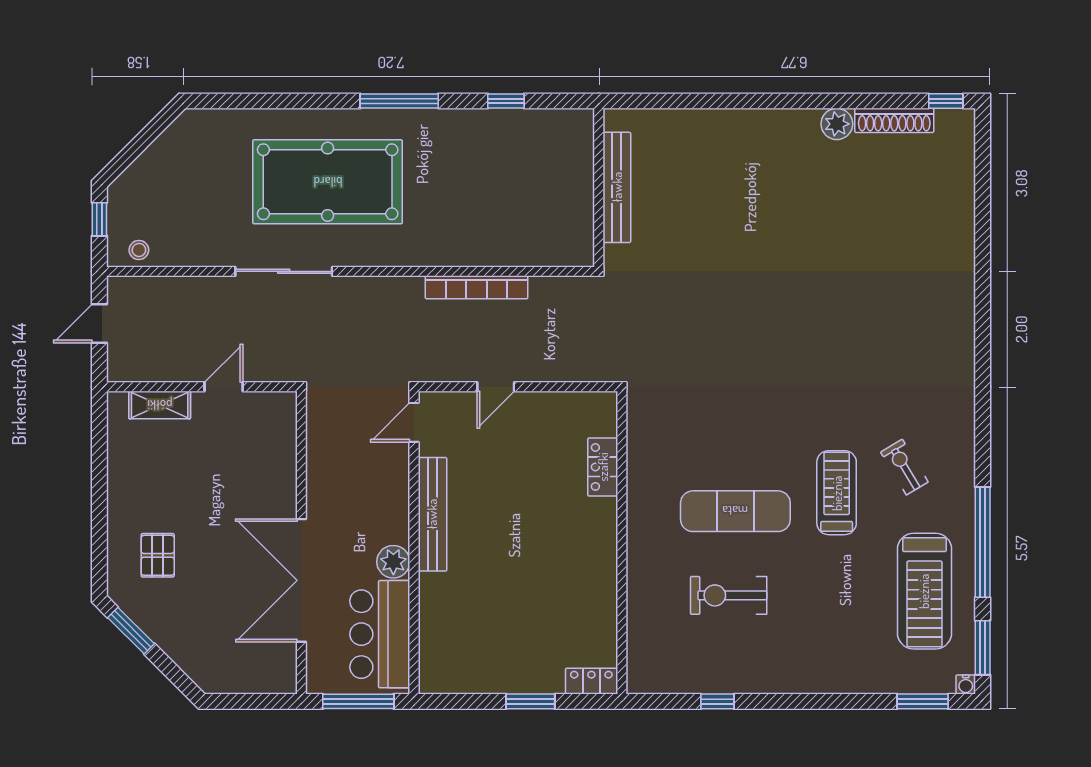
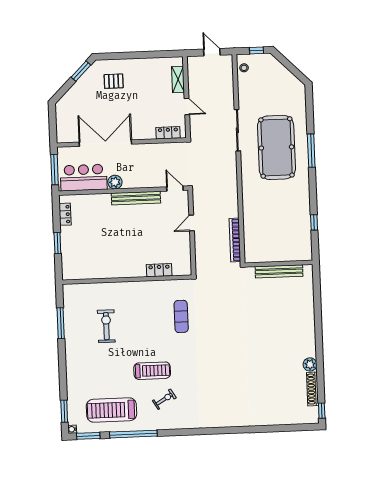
window: (399, 101) -> (311, 151), moved
bookcase: (477, 287) -> (235, 240), moved
door: (496, 387) -> (192, 223), hinge flipped
locker: (283, 433) -> (168, 133), added
exercise mat: (735, 511) -> (181, 316), moved, width x0.73, depth x0.69
locker: (591, 681) -> (65, 214), moved
window: (717, 701) -> (61, 323), width x2.17

